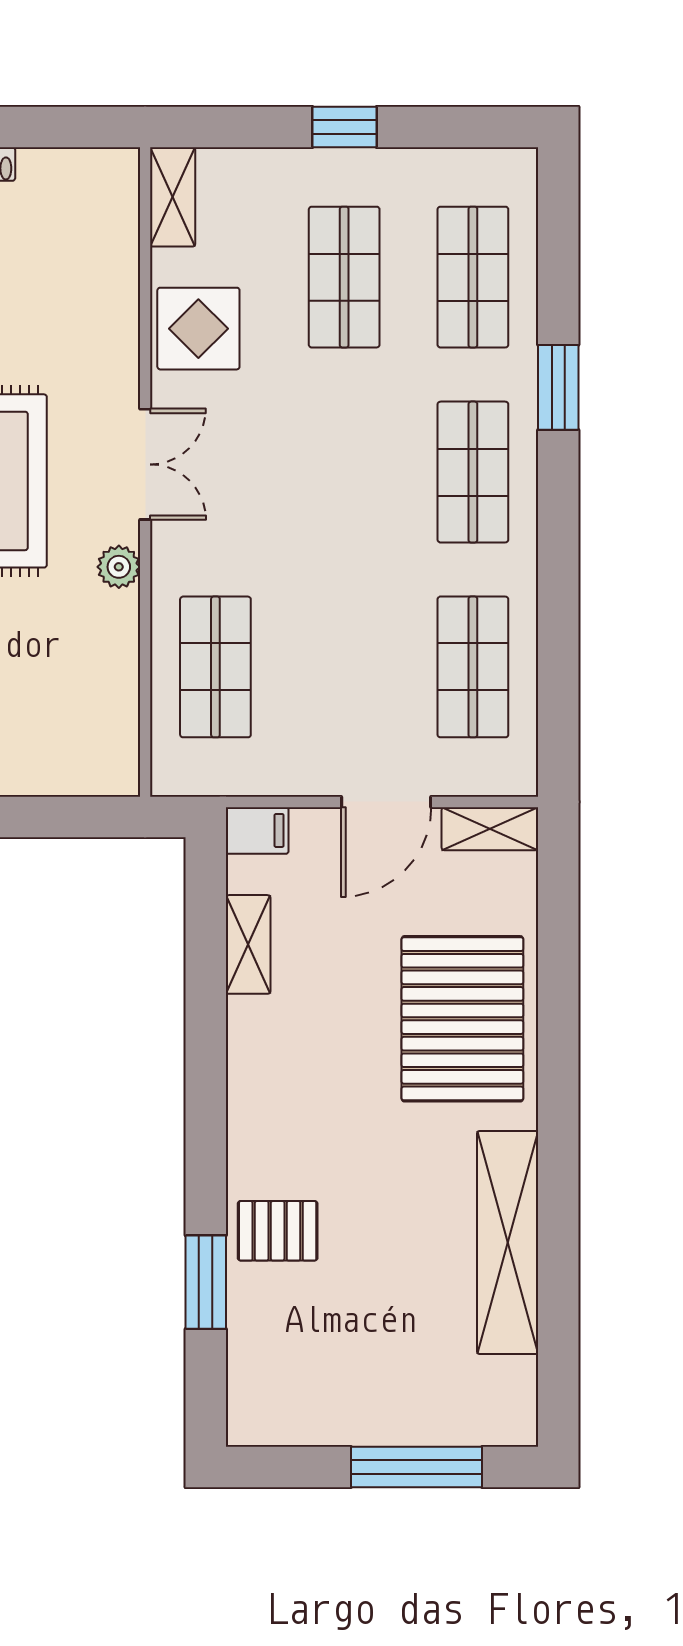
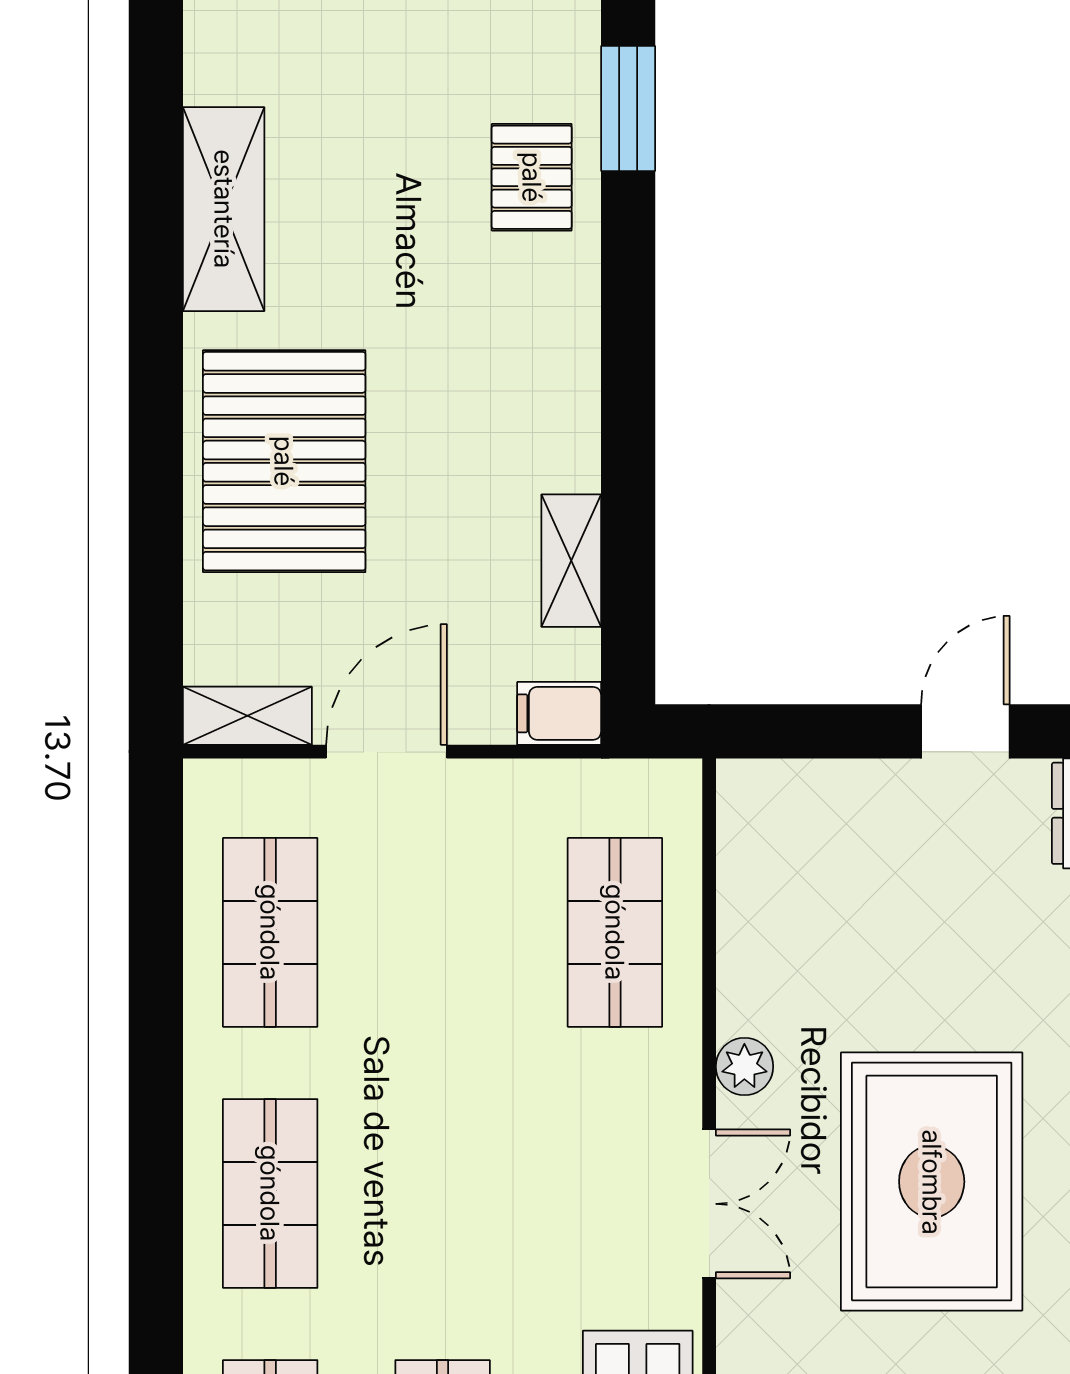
window: (558, 387) -> (156, 1307), removed
double door: (145, 464) -> (709, 1204), swing flipped
pallet: (278, 1231) -> (532, 177), turned 90
shelving: (508, 1243) -> (224, 209), width x0.68

